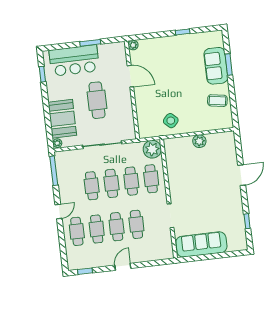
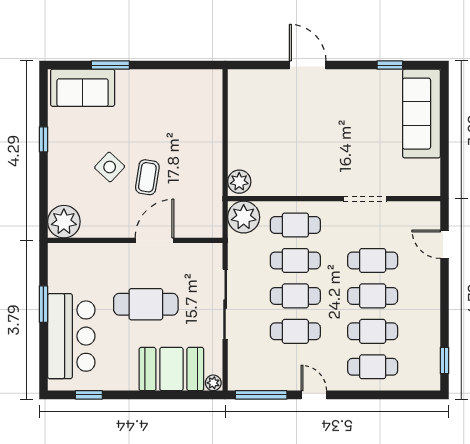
plant: (133, 45) -> (64, 222), width x1.88, depth x1.88
sofa: (216, 66) -> (83, 88), moved
door: (130, 76) -> (154, 240), moved
coffee table: (217, 101) -> (147, 177), moved
side table: (171, 121) -> (110, 167), moved
plant: (199, 141) -> (239, 182), moved
door: (59, 212) -> (314, 395), moved
sofa: (201, 244) -> (421, 114), moved
door: (123, 267) -> (444, 244), moved

